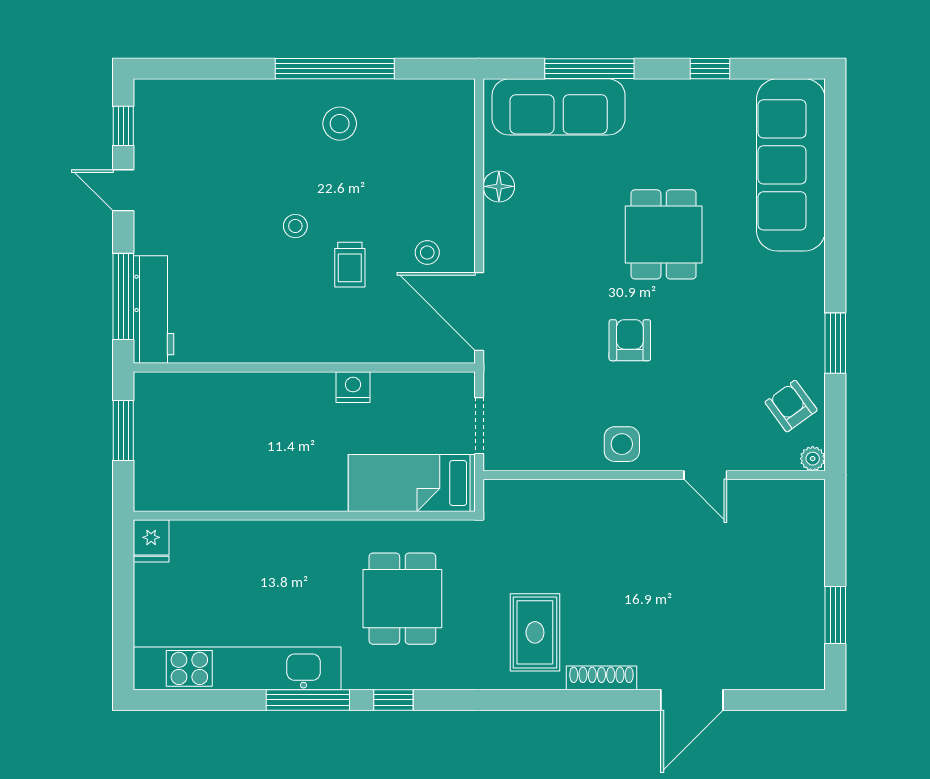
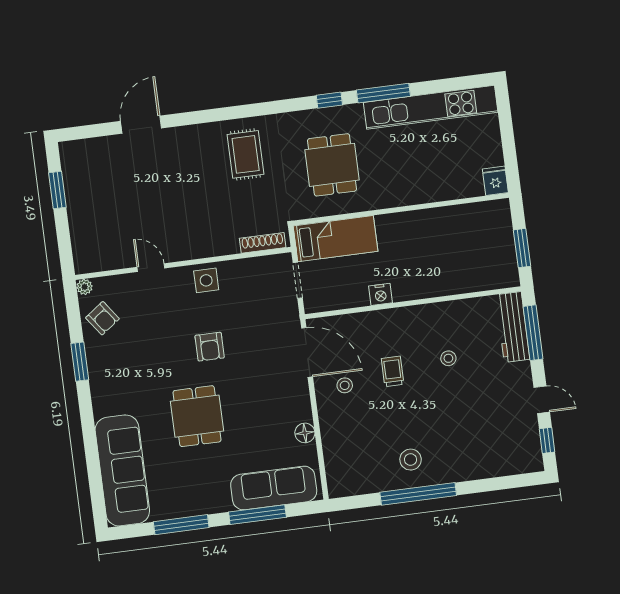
window: (710, 69) -> (181, 525), width x2.17
stool: (295, 226) -> (448, 358), moved
shoe rack: (601, 678) -> (263, 243), moved, turned 180

